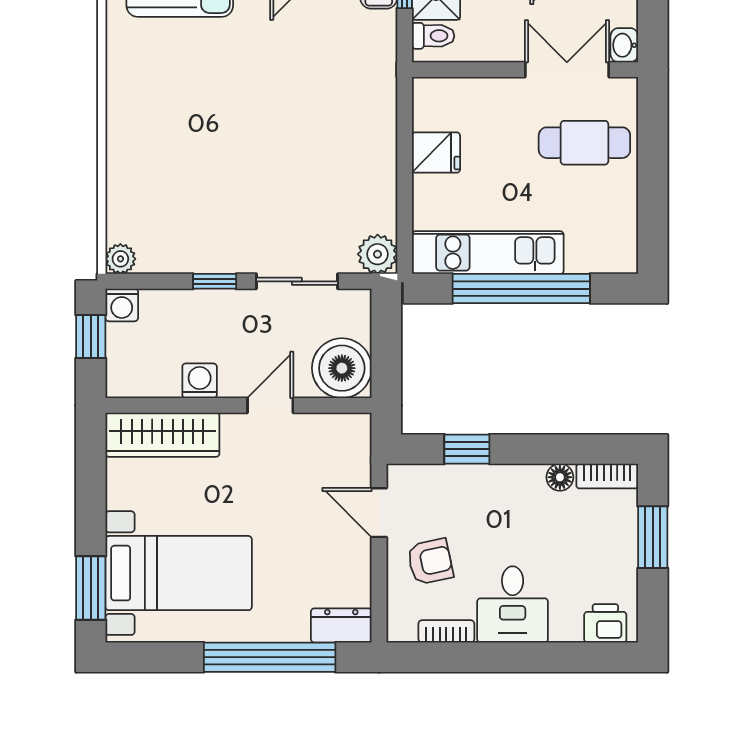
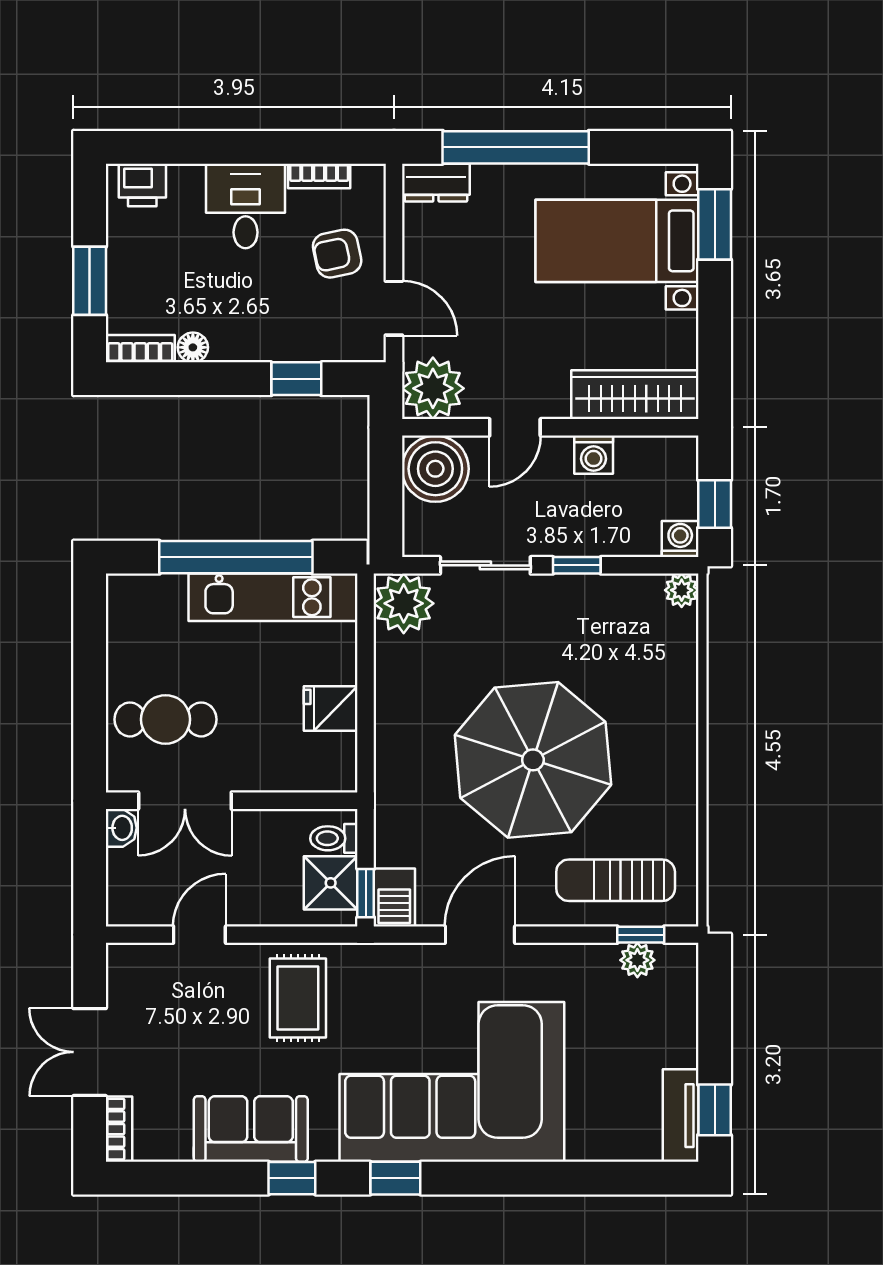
parasol: (254, 106) -> (533, 760), added
plant: (378, 254) -> (404, 603), width x1.36, depth x1.36
plant: (344, 440) -> (433, 388), added

